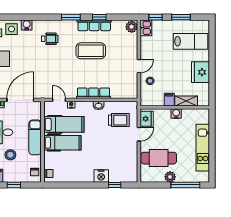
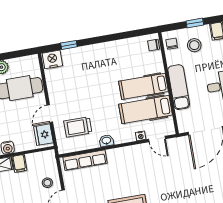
row of seats: (93, 93) -> (85, 160), moved
stool: (10, 155) -> (194, 45), moved
nightstand: (101, 176) -> (52, 59), moved

